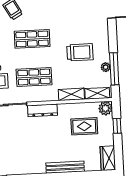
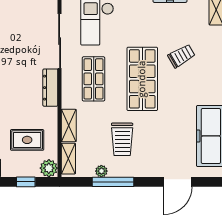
shop shelf: (32, 39) -> (142, 79), width x1.43, depth x1.36
window: (114, 69) -> (113, 182), moved
rug: (84, 126) -> (27, 140), turned 90

